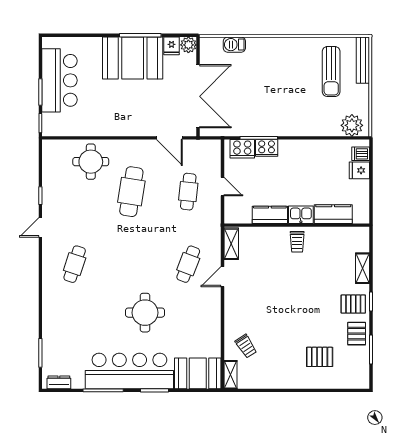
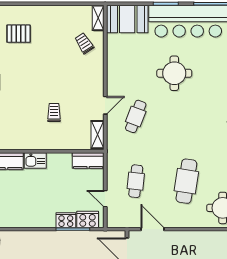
door: (223, 187) -> (105, 199), moved
kitchen counter: (270, 215) -> (88, 160), moved
trolley: (297, 242) -> (54, 113), moved

